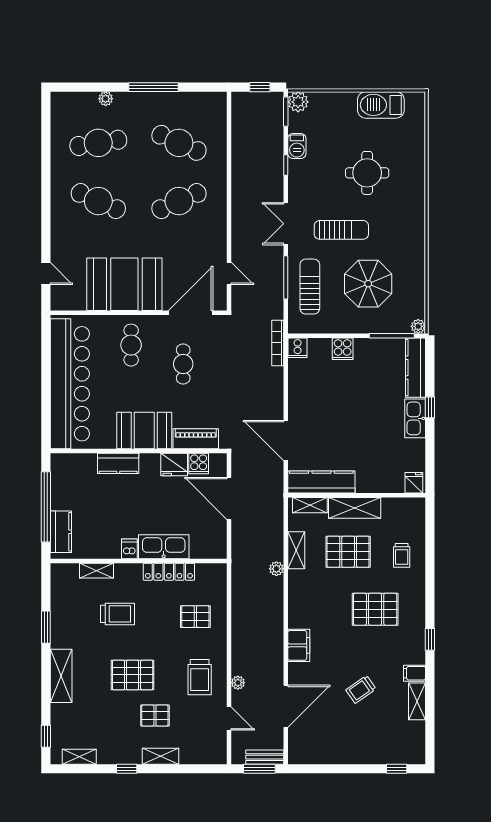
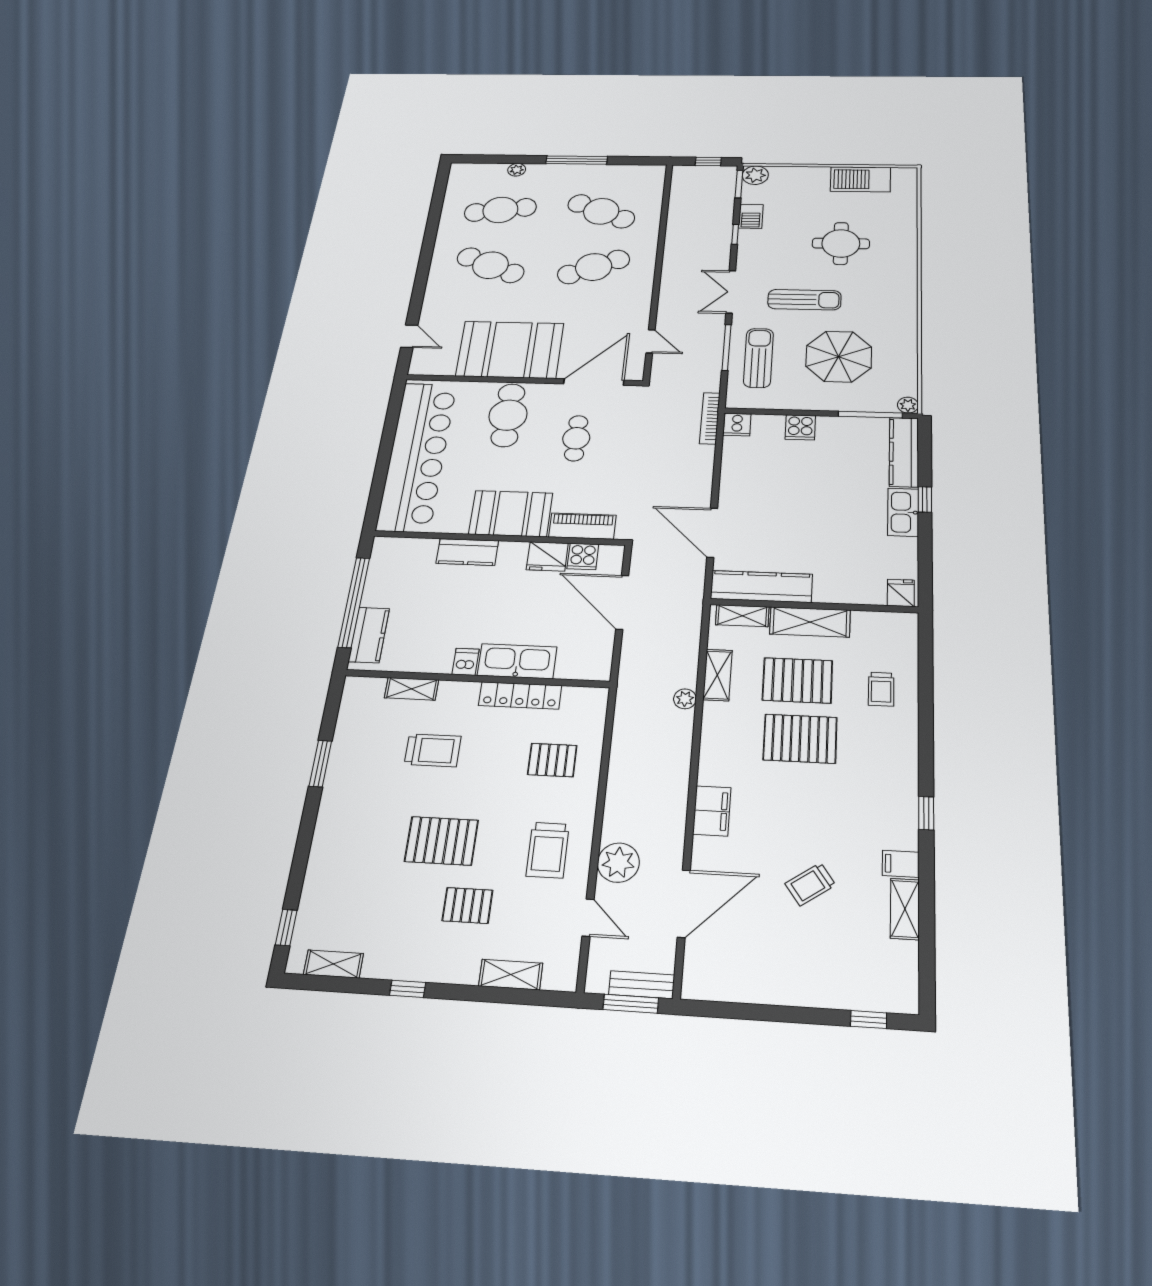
cafe table: (131, 345) -> (508, 415), width x1.37, depth x1.35
pallet: (375, 609) -> (800, 739), moved
shelving: (61, 676) -> (329, 836), removed
plant: (238, 683) -> (618, 863), width x1.88, depth x1.88
shelving: (160, 756) -> (511, 975), moved

